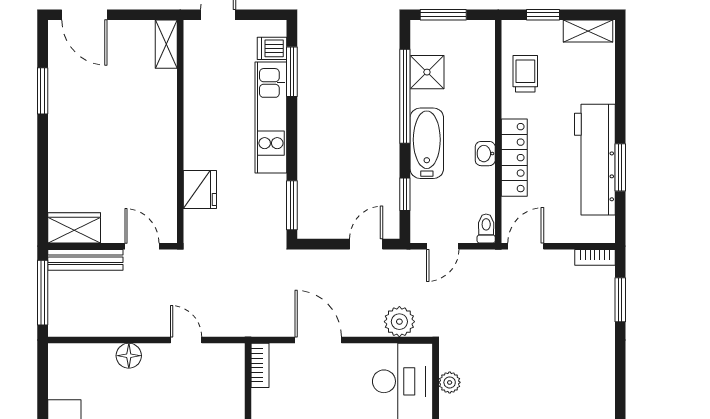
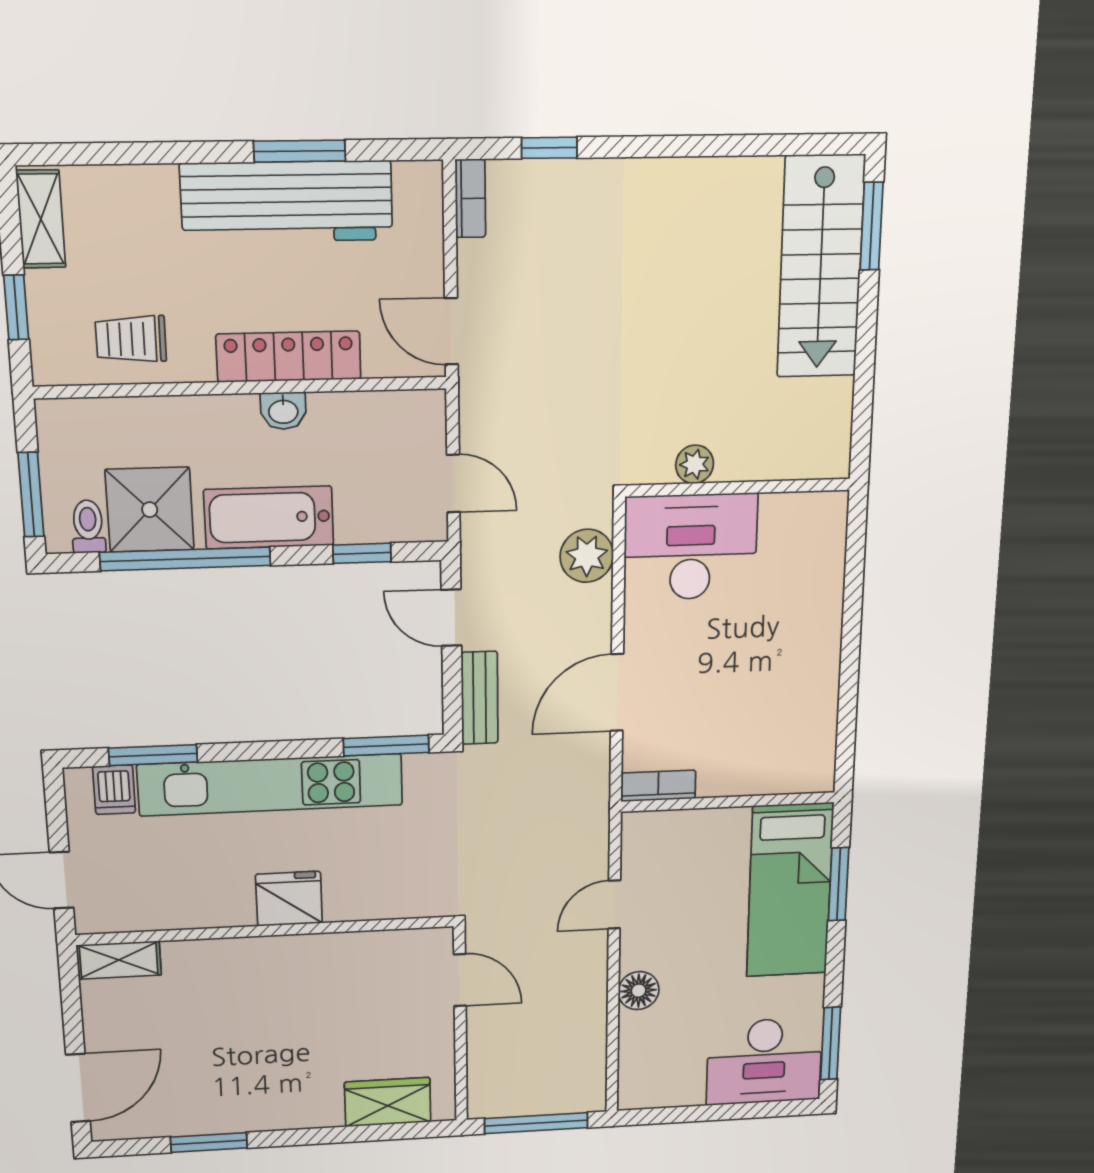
shower: (427, 72) -> (150, 510), width x1.36, depth x1.36
kitchen unit: (271, 118) -> (271, 785), width x1.36
fridge: (200, 190) -> (289, 899), moved
wardrobe: (74, 228) -> (388, 1102), moved, turned 90
toilet: (486, 228) -> (88, 527), moved, turned 90
door: (142, 246) -> (460, 980), swing flipped
bench: (85, 260) -> (480, 698), moved, width x0.73
window: (620, 300) -> (549, 148), width x0.67

